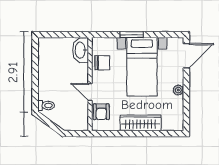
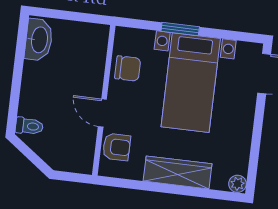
washbasin: (81, 50) -> (39, 40), moved, turned 180
plant: (178, 90) -> (238, 184), moved
armchair: (101, 112) -> (117, 147), turned -90

